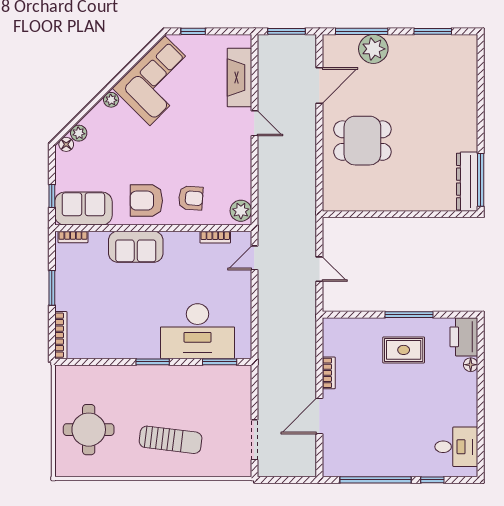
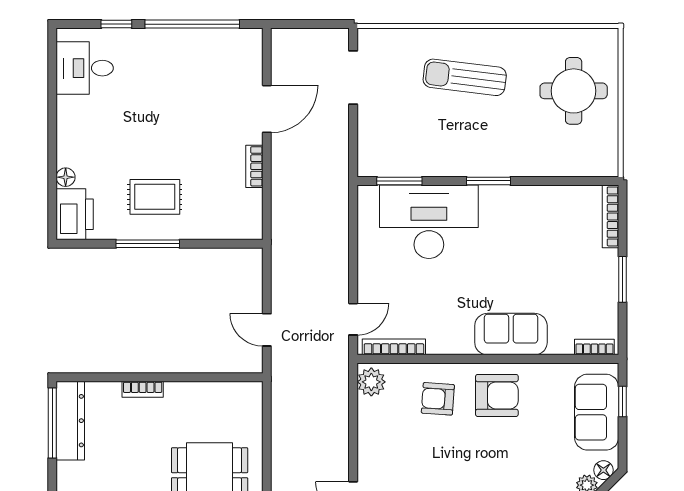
bookcase: (413, 205) -> (143, 389), added
sofa: (83, 209) -> (597, 412), moved, turned 90
bookcase: (215, 237) -> (394, 347), width x1.56
door: (319, 269) -> (267, 330), moved

